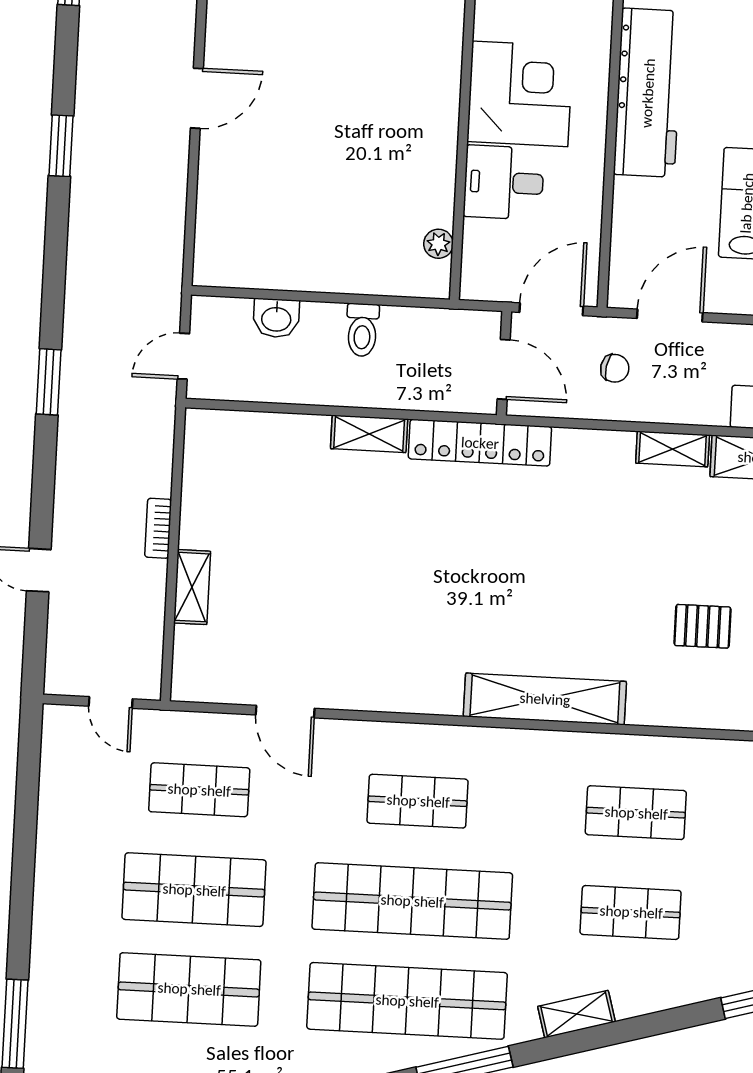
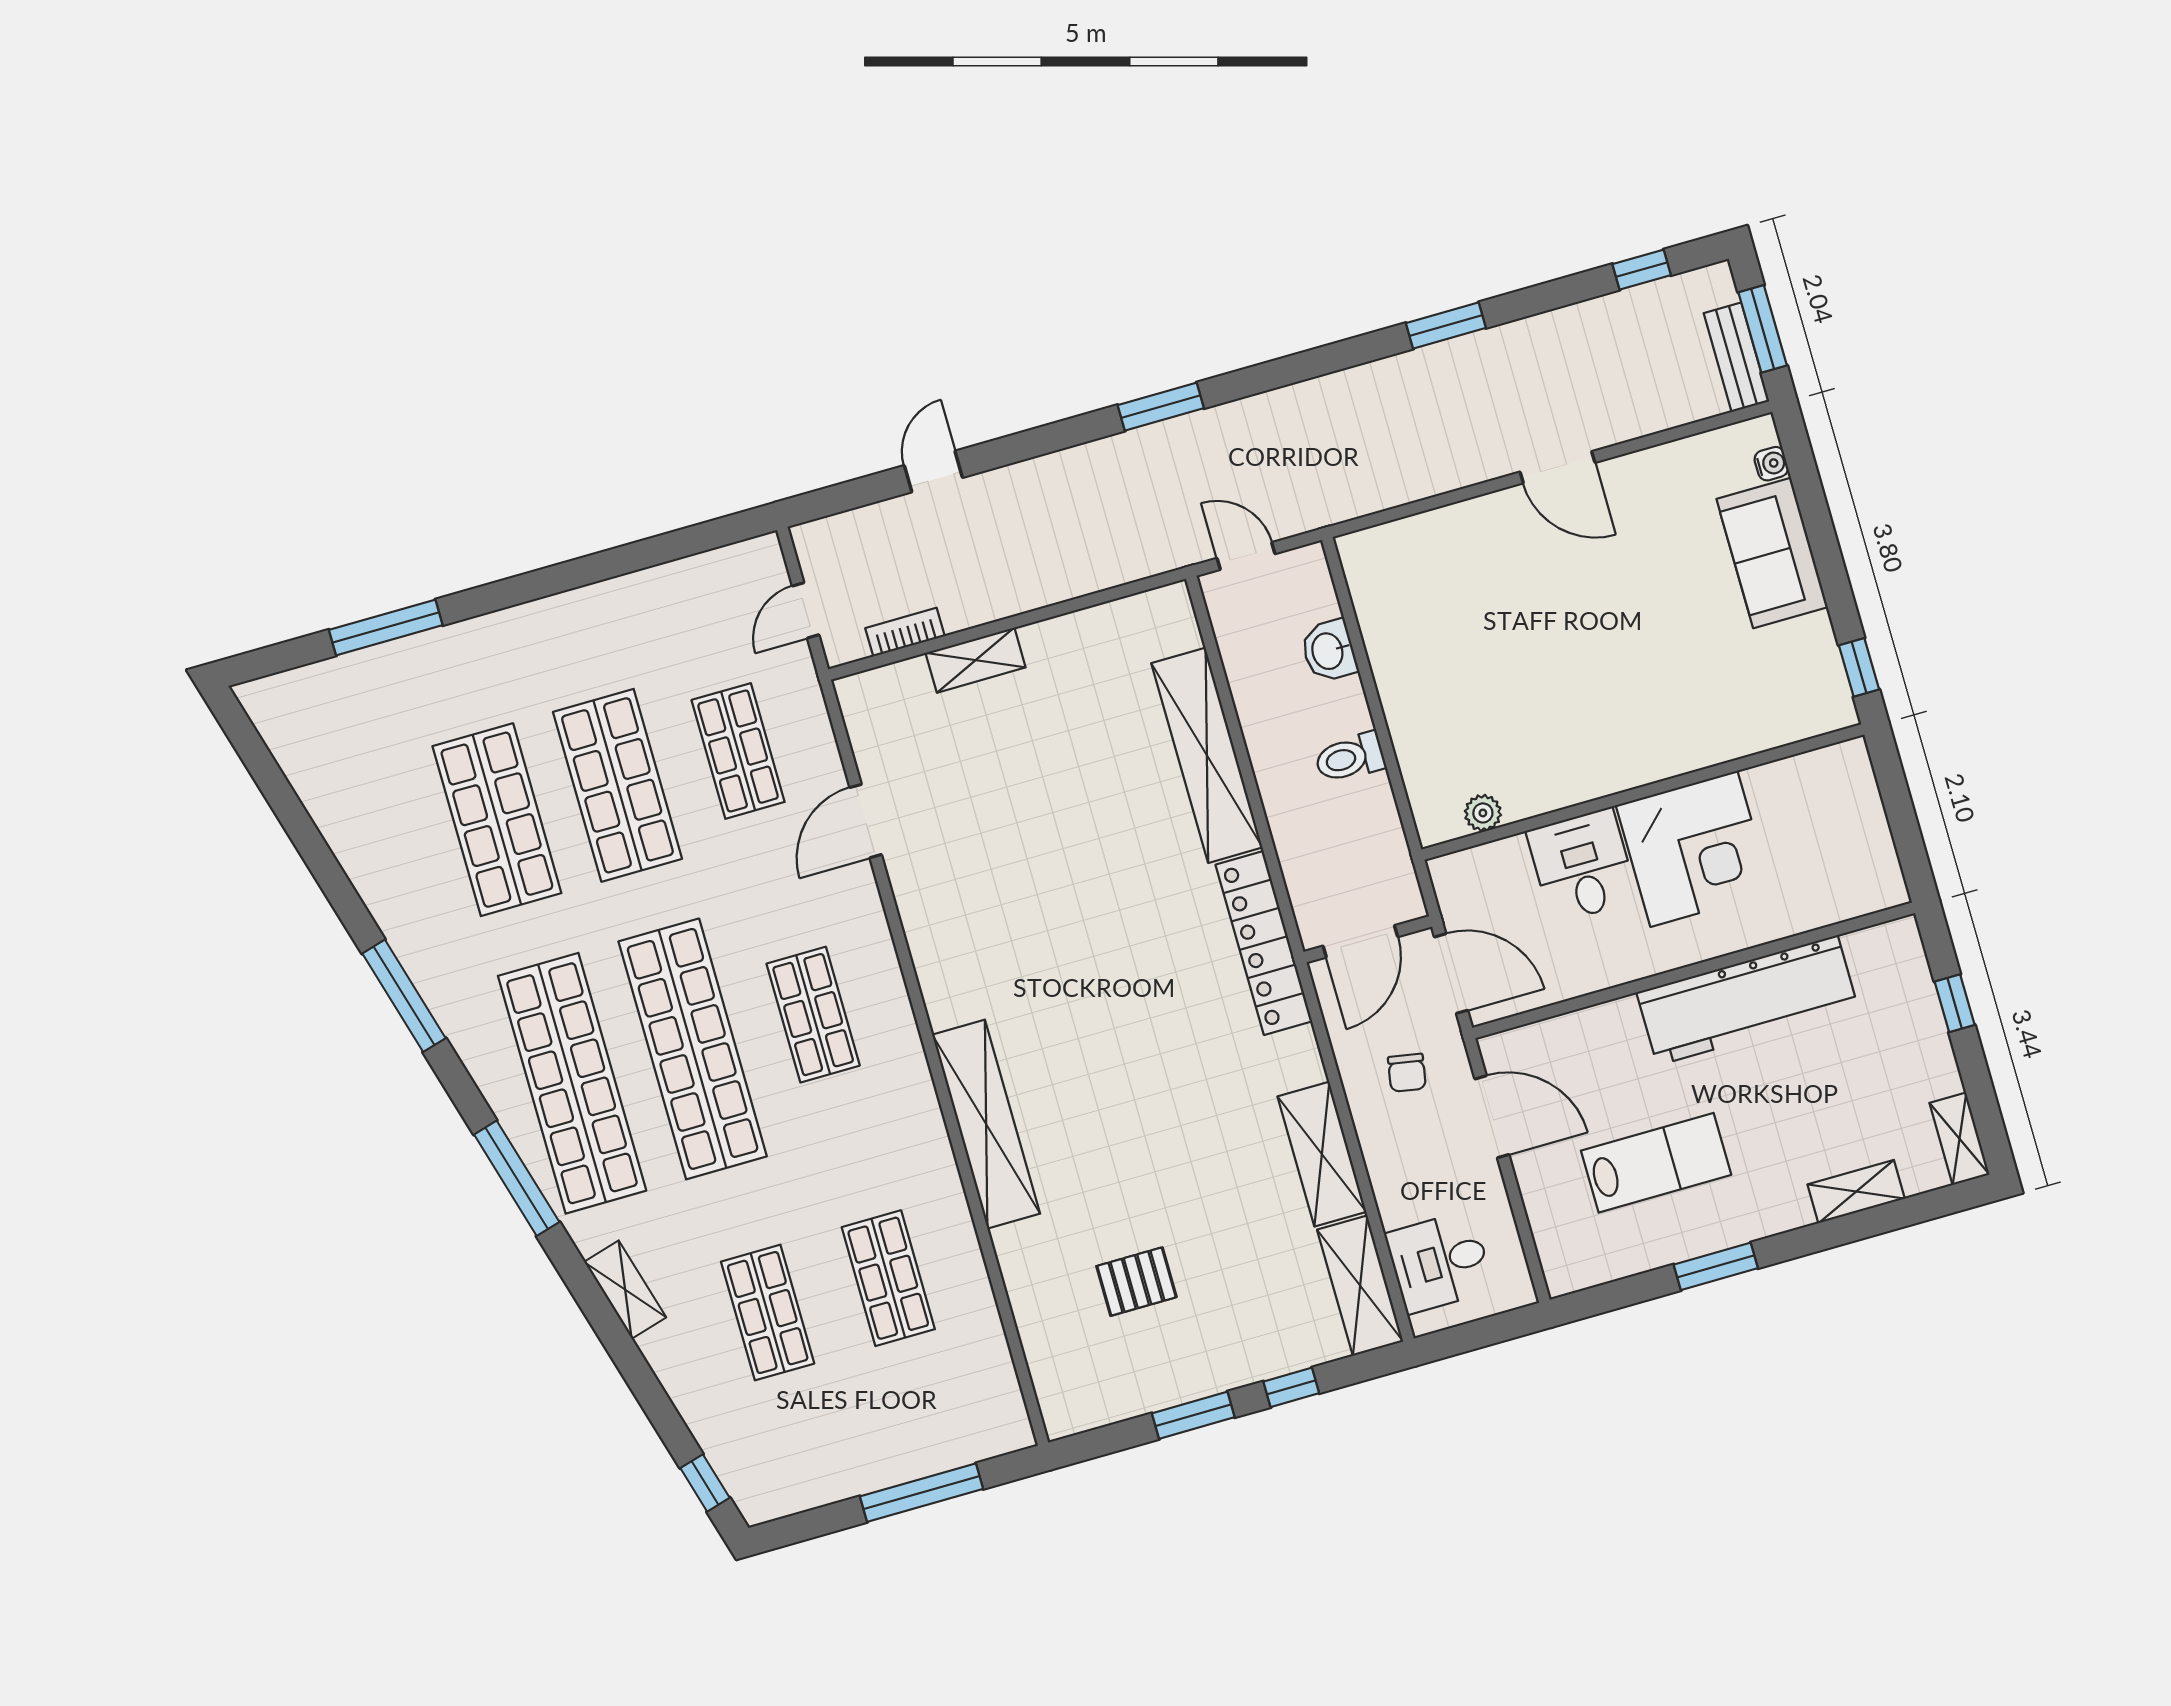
shelving: (369, 434) -> (1207, 755), width x2.20, depth x1.33
shelving: (673, 449) -> (1322, 1154), width x1.50, depth x1.33
bookcase: (158, 528) -> (905, 632), moved
pallet: (702, 626) -> (1136, 1282), turned 90

